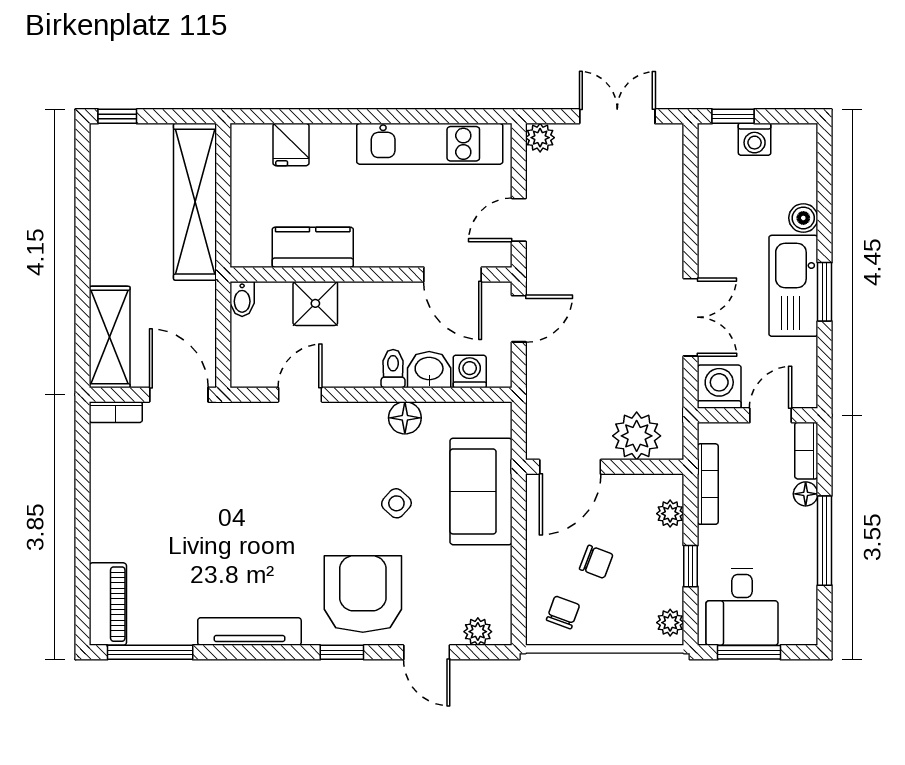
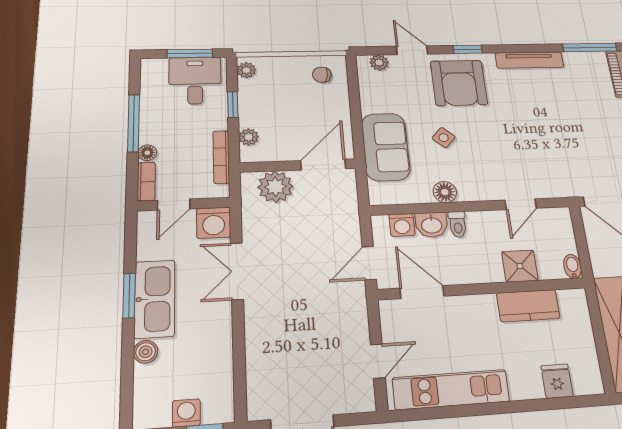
plant: (540, 138) -> (364, 401), removed
door: (519, 220) -> (378, 361), moved
chair: (596, 562) -> (301, 106), removed
chair: (563, 612) -> (322, 75), turned 78

